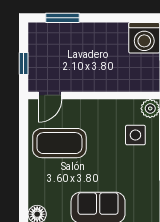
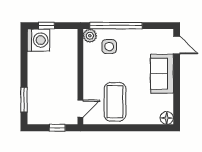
door: (50, 95) -> (80, 109), hinge flipped

